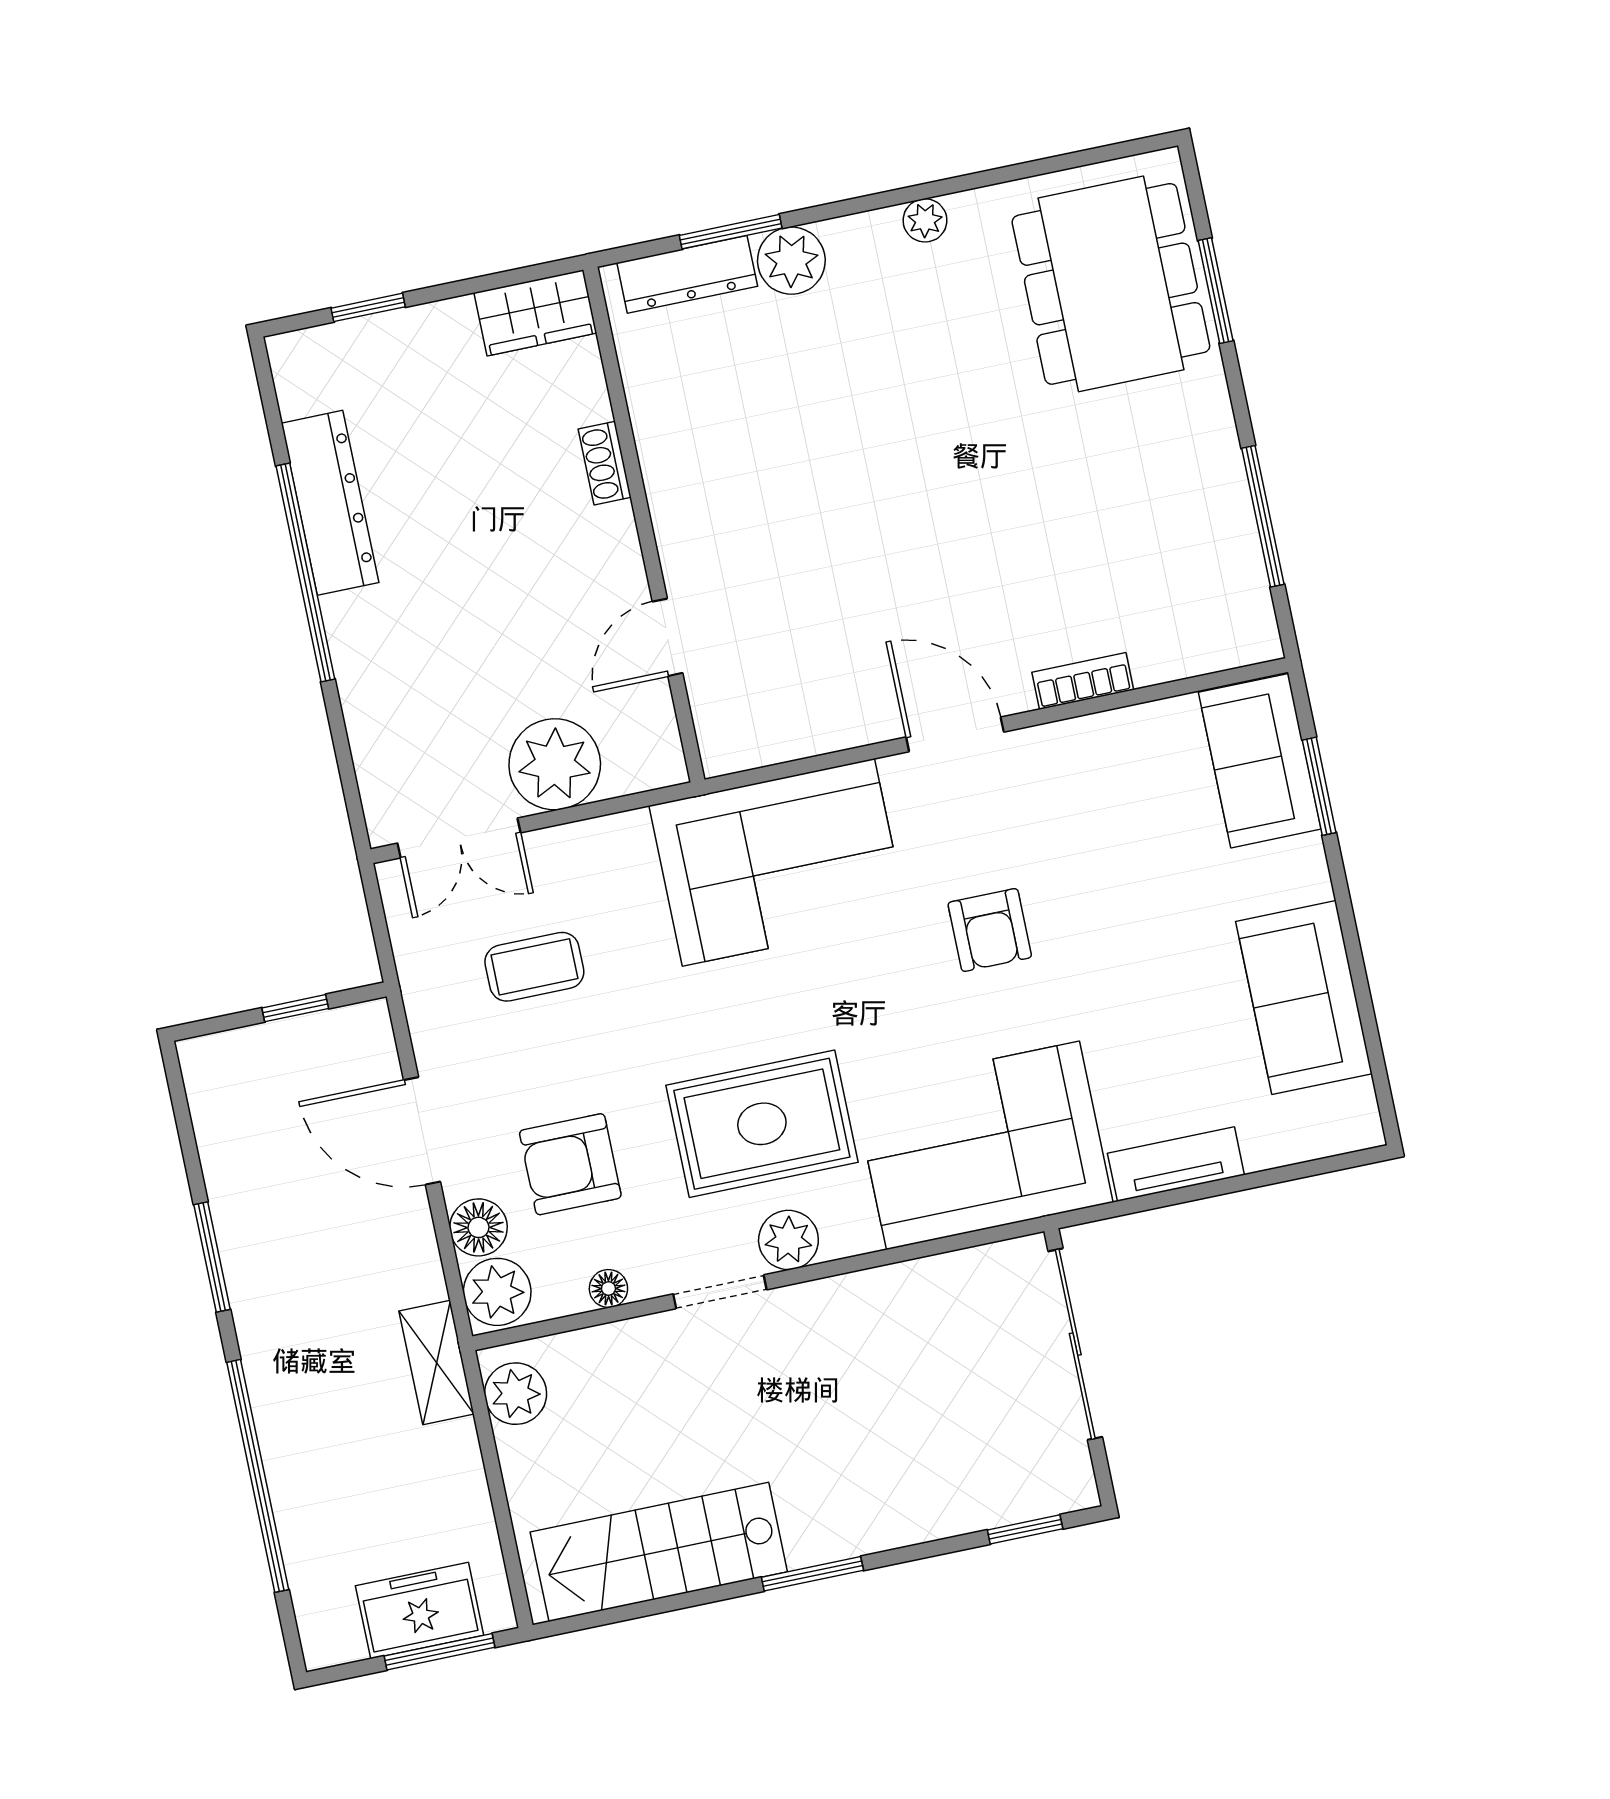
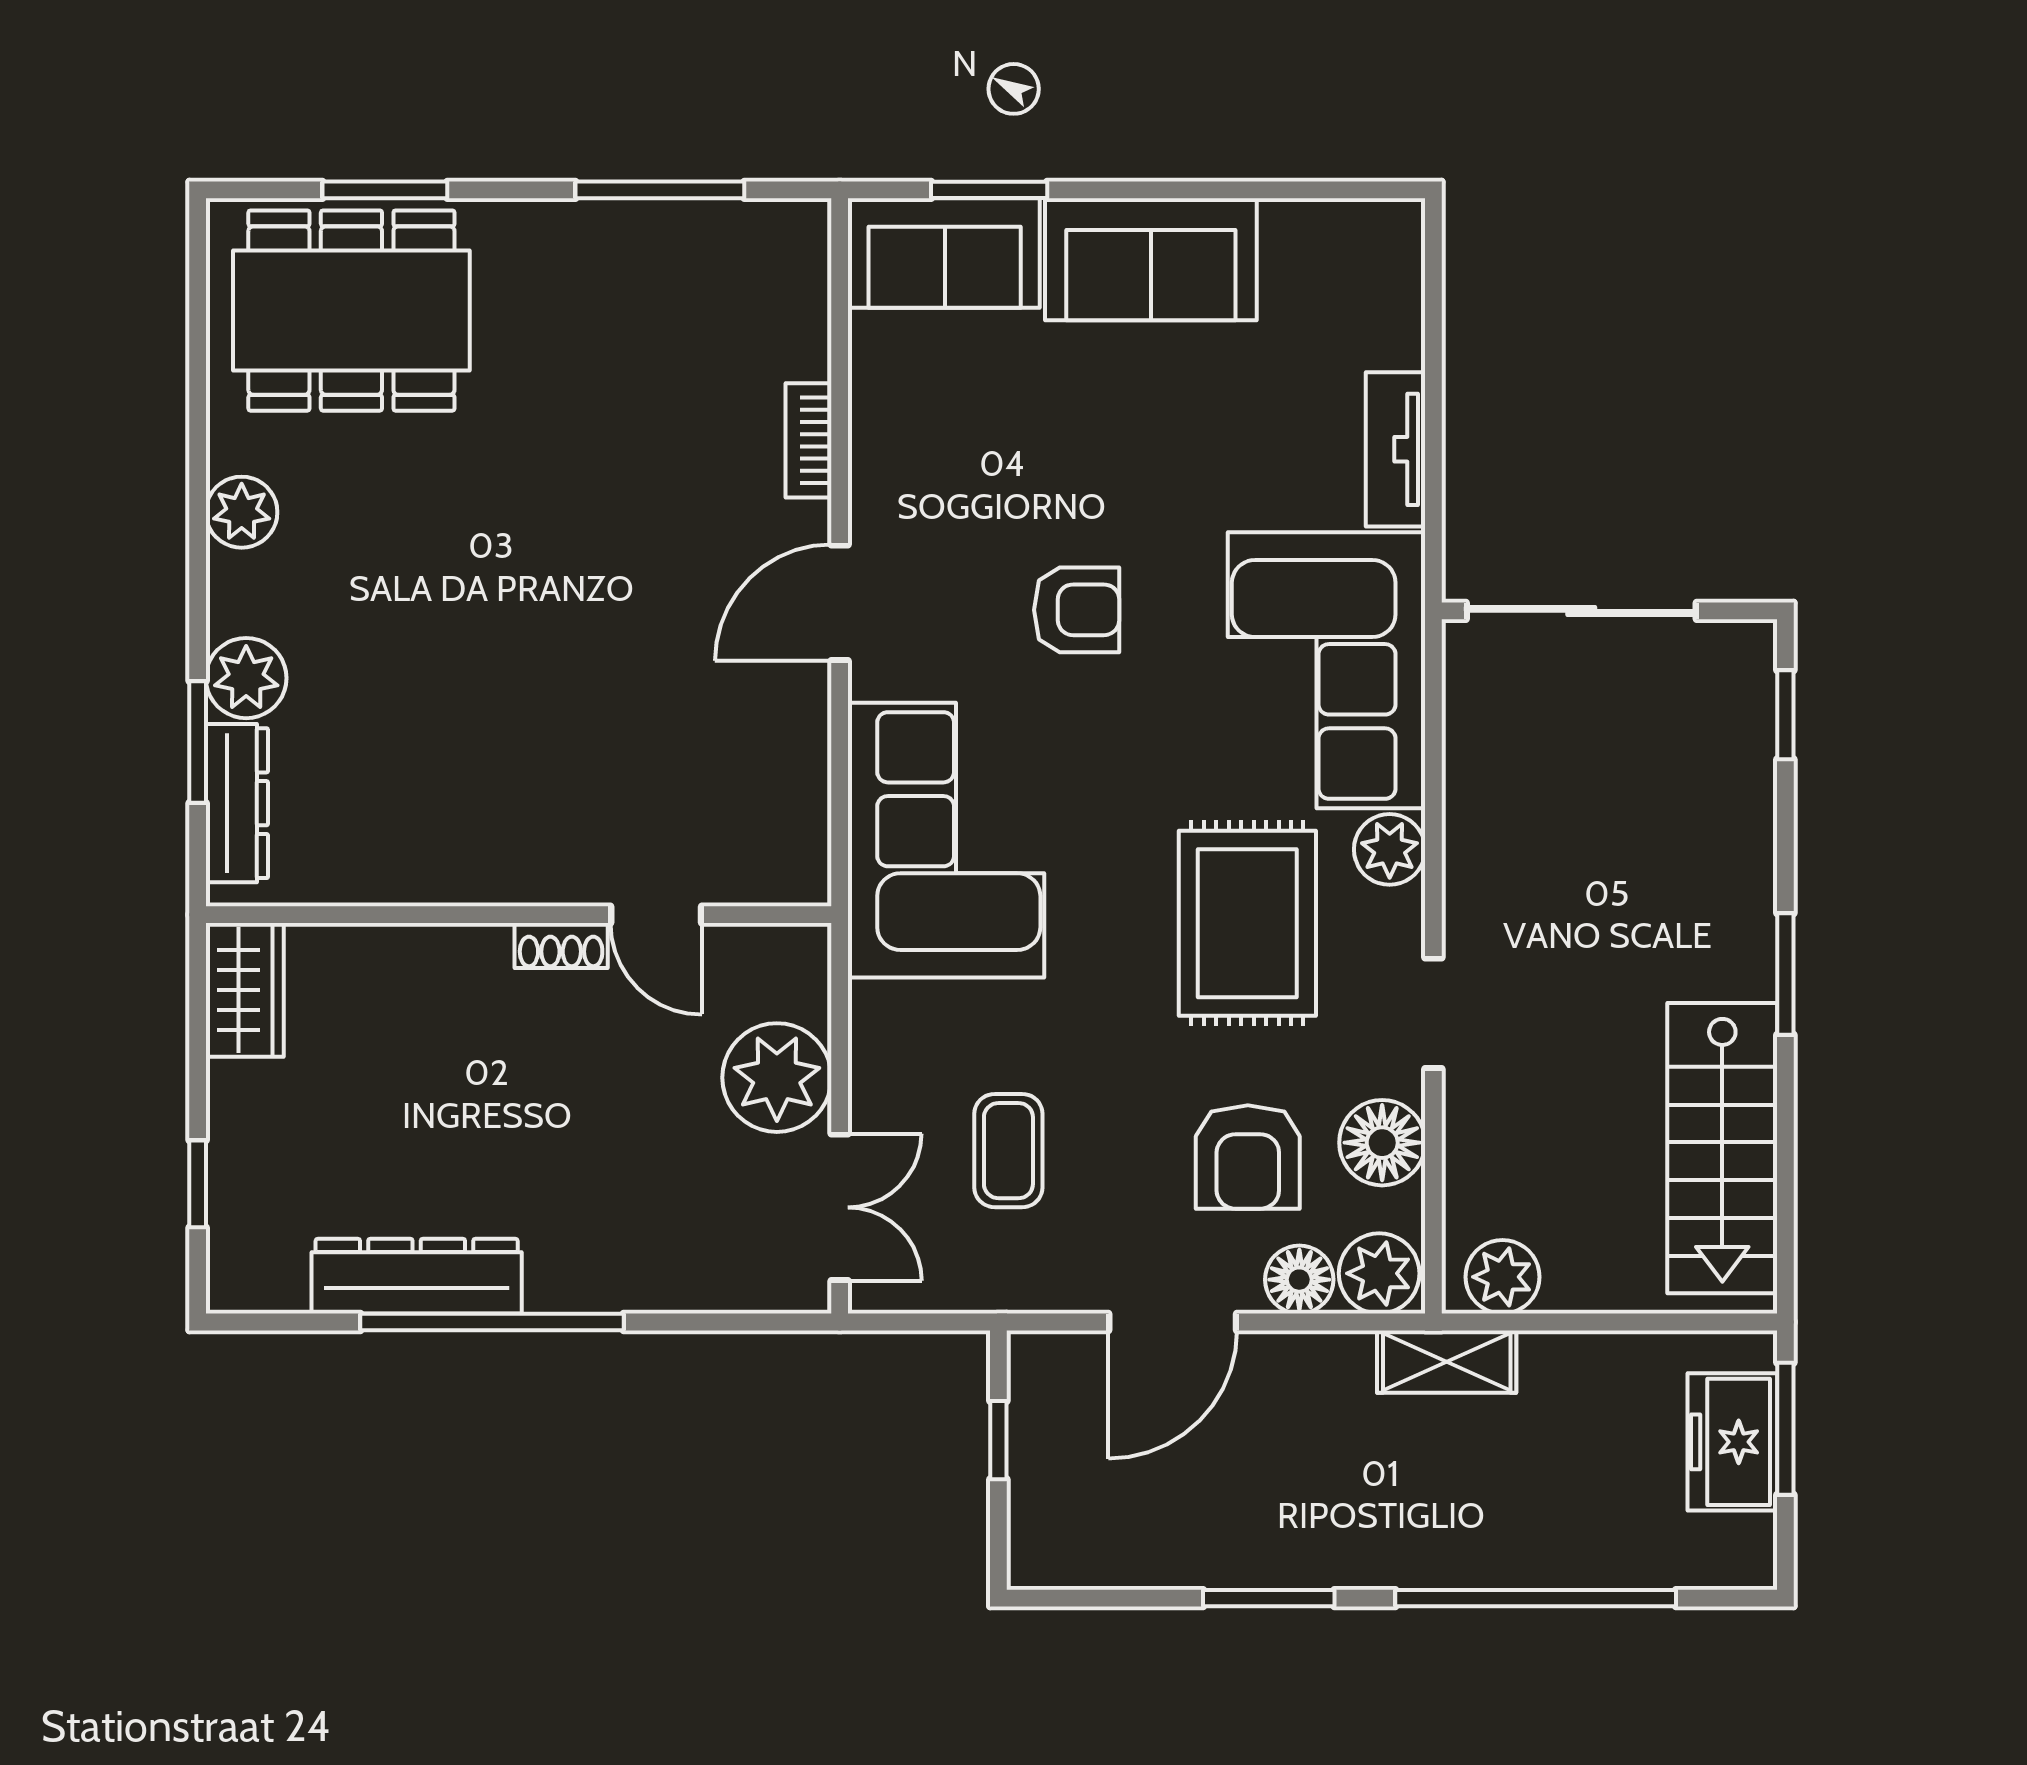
plant: (925, 220) -> (242, 512), width x1.38, depth x1.38
shoe rack: (605, 463) -> (561, 946), moved
sofa: (1304, 998) -> (1151, 259), moved
plant: (788, 1240) -> (1390, 849), moved
floor lamp: (608, 1288) -> (1382, 1143), width x1.89, depth x1.89

